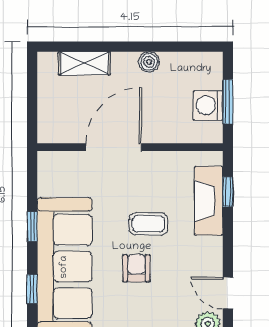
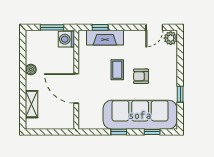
washing machine: (208, 105) -> (66, 39), moved, turned 90

